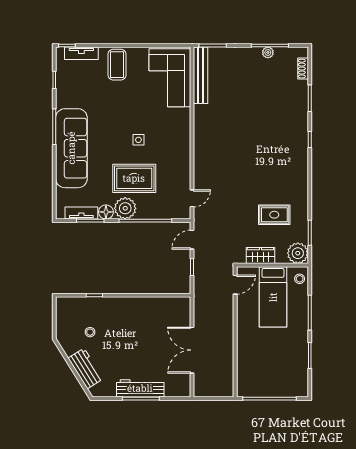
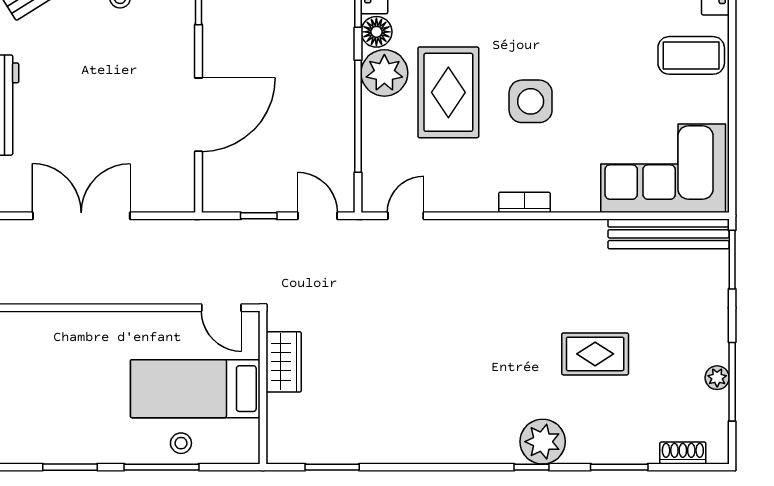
side table: (138, 140) -> (531, 101), width x1.87, depth x1.87
bookcase: (186, 143) -> (524, 202), added
door: (192, 198) -> (406, 216), swing flipped
rug: (274, 215) -> (595, 354), moved, turned 90
plant: (298, 253) -> (543, 442), moved
stool: (300, 279) -> (181, 443), moved
door: (145, 295) -> (199, 115), added

